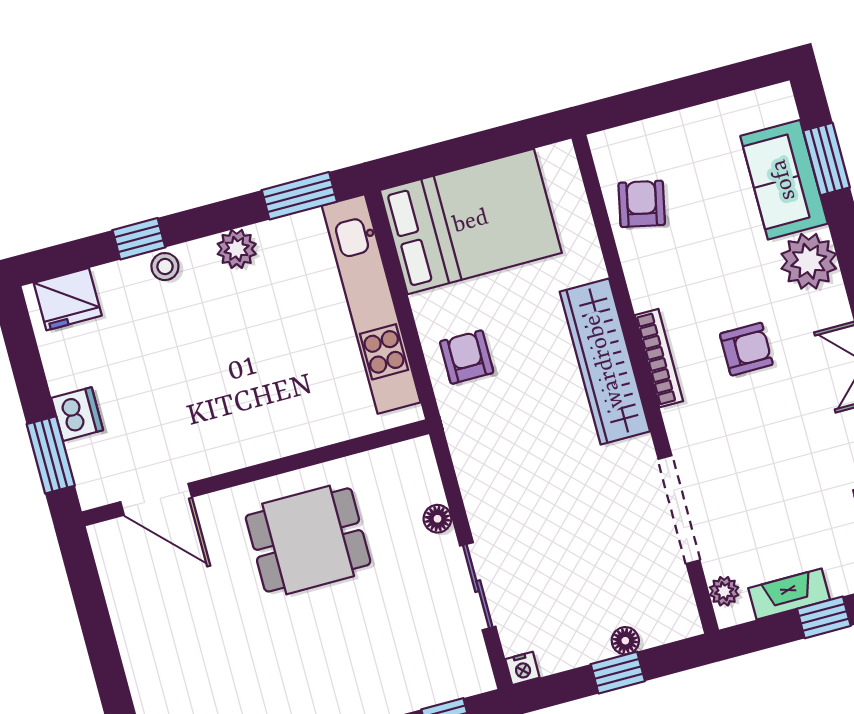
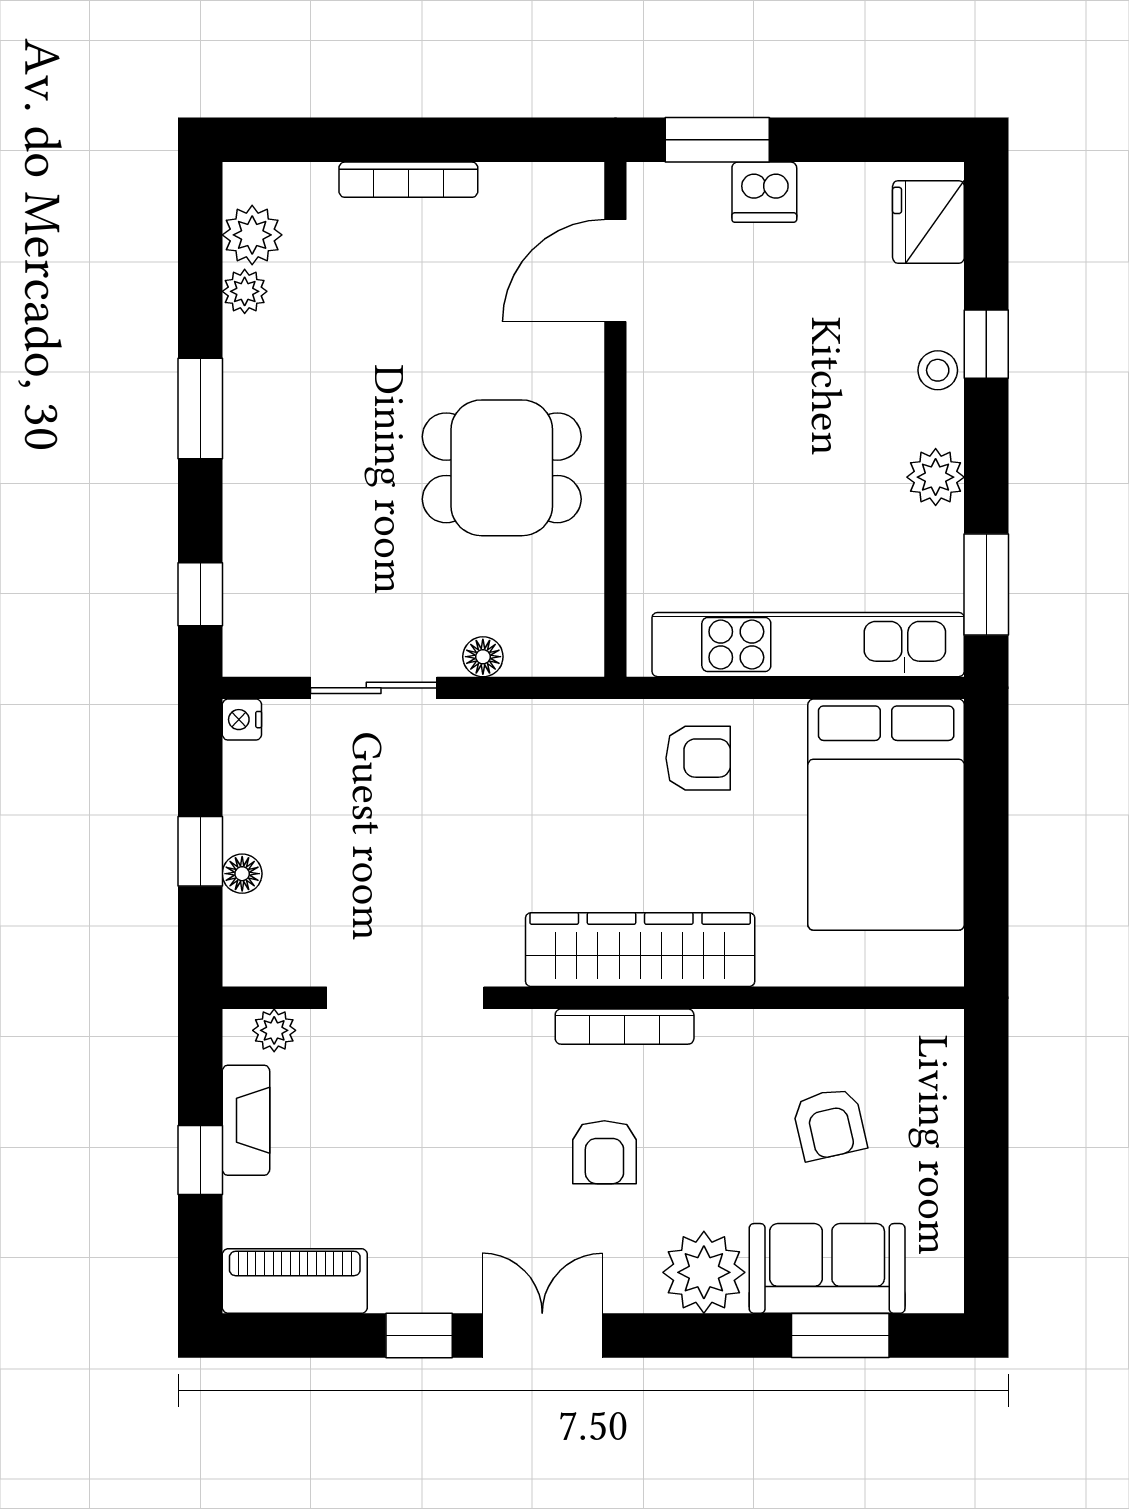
armchair: (642, 204) -> (829, 1124), moved, turned 65
dining table: (308, 540) -> (502, 468), turned 90
bookcase: (132, 654) -> (408, 180), added

